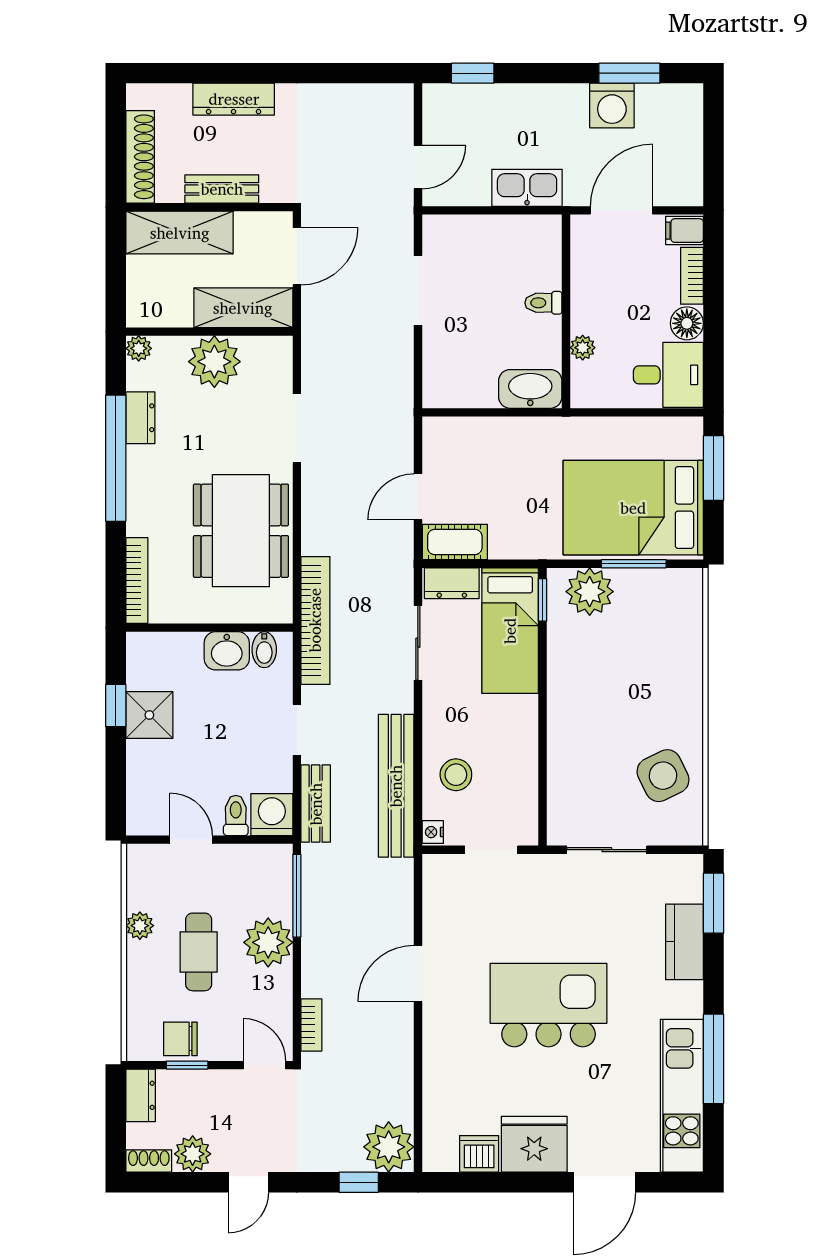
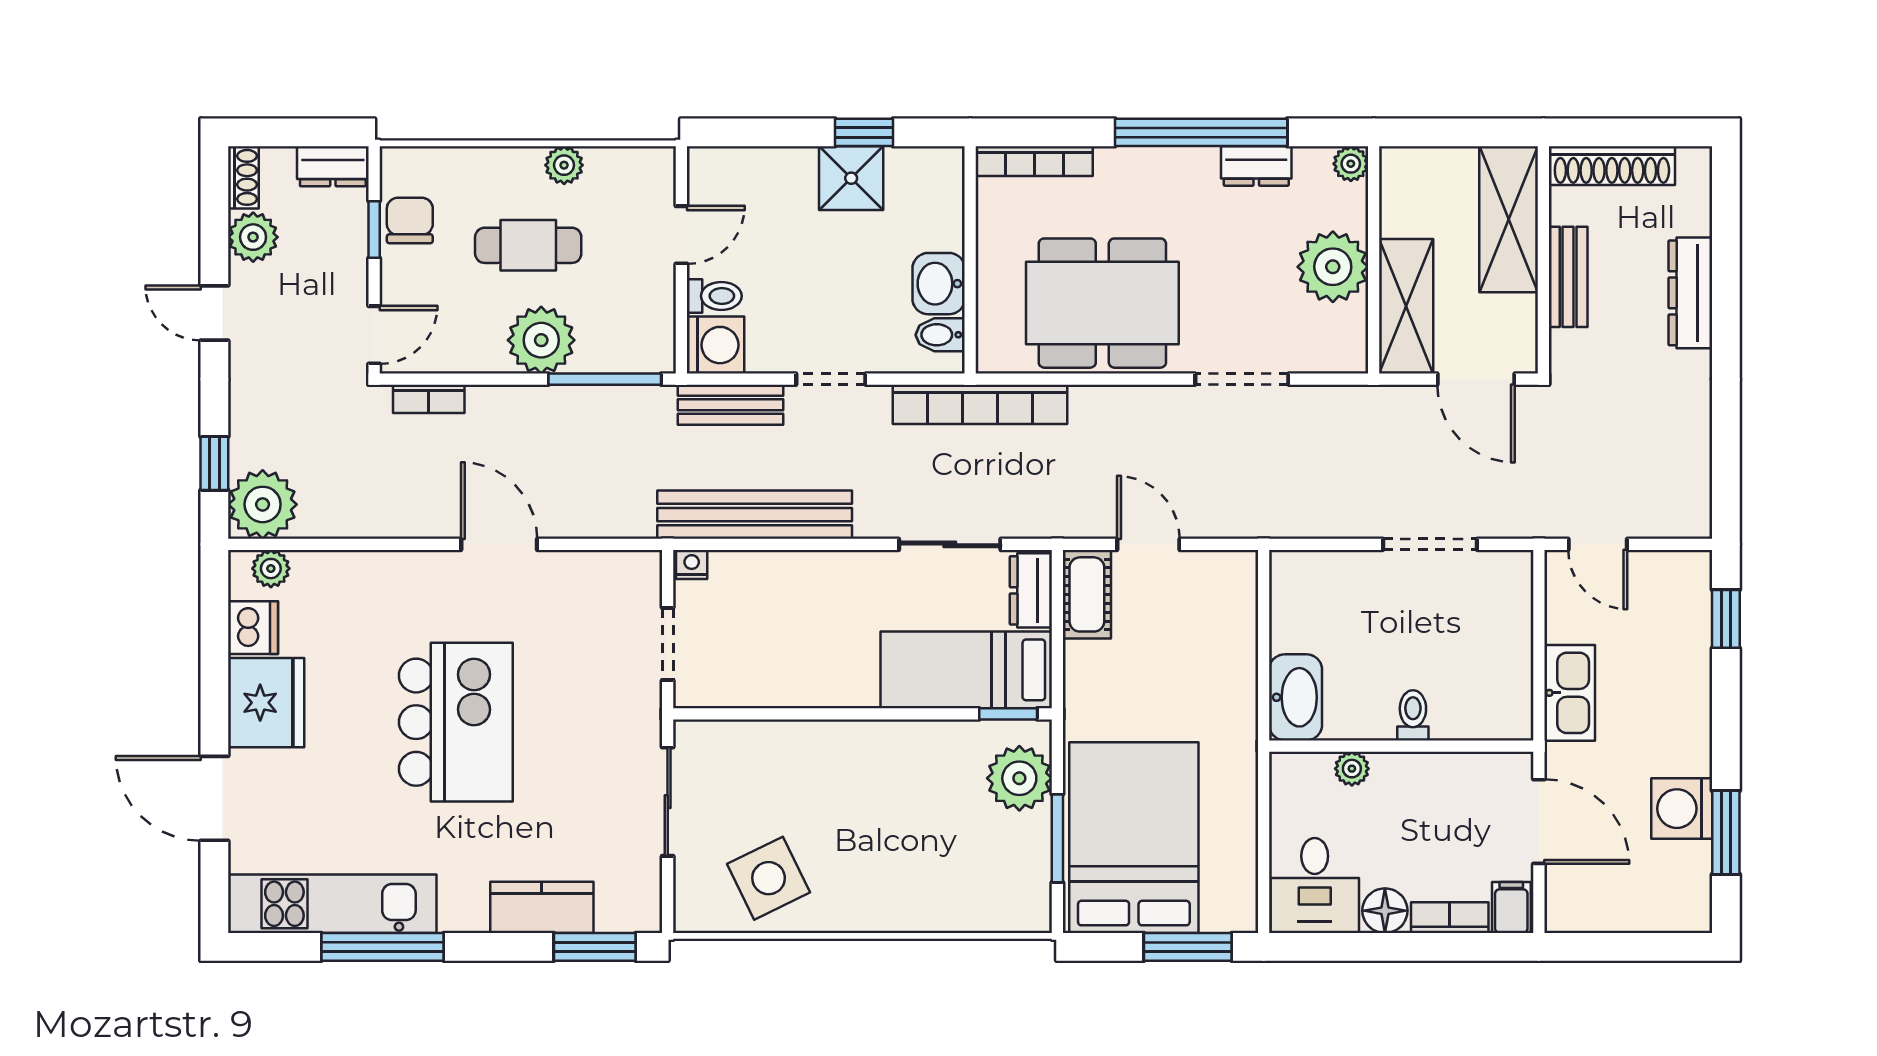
stool: (456, 775) -> (770, 596), removed
plant: (436, 1141) -> (271, 569), added

